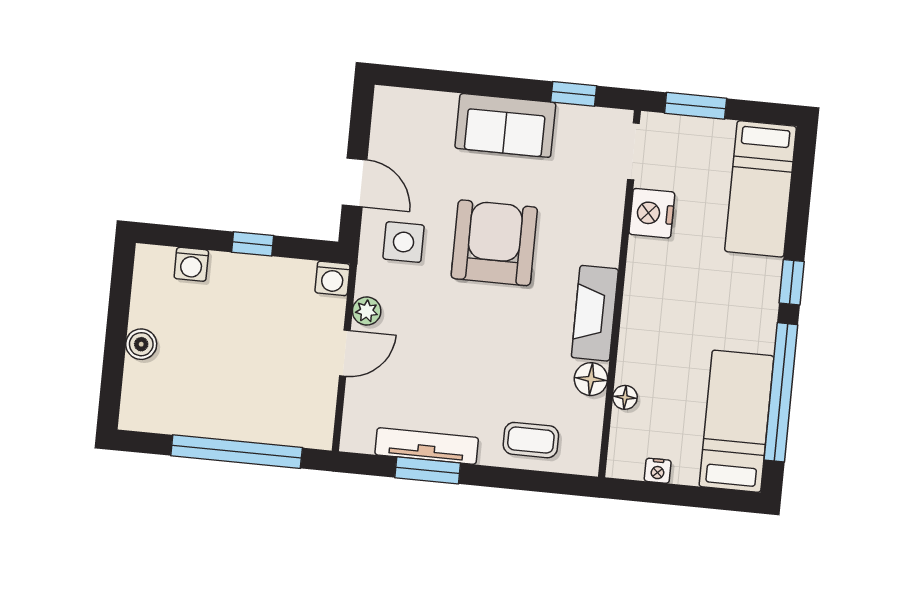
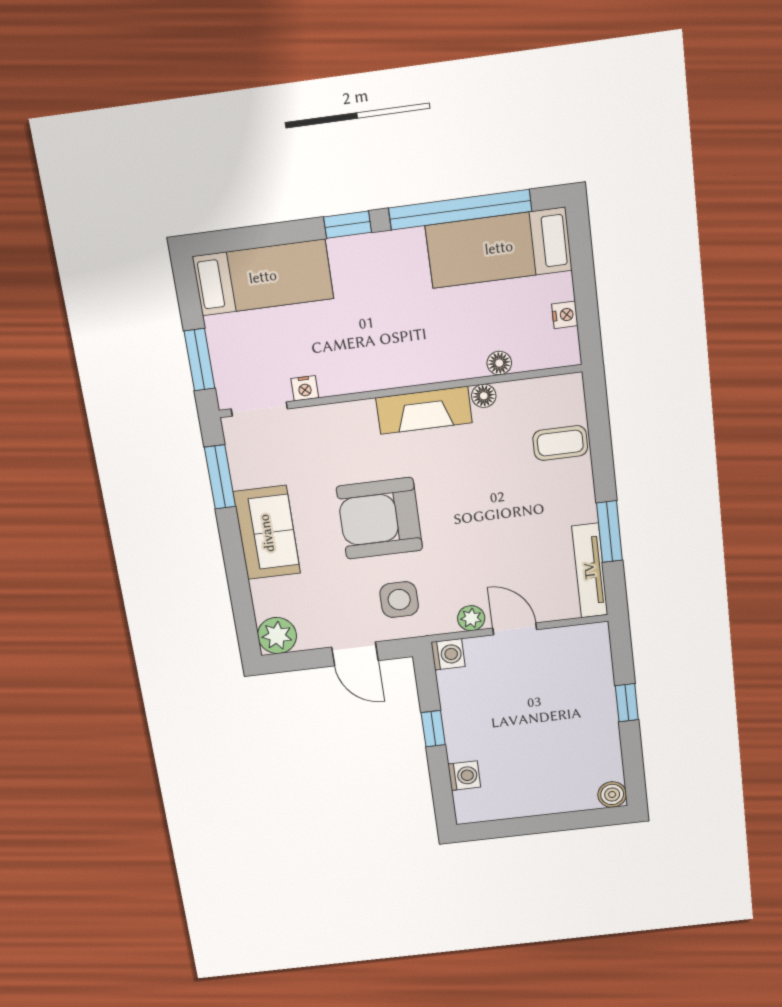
window: (574, 94) -> (220, 477), width x1.50
plant: (393, 107) -> (277, 636), added
door: (355, 182) -> (355, 654), swing flipped
nightstand: (652, 213) -> (305, 388), width x0.53, depth x0.56
boiler: (141, 344) -> (612, 794), moved
floor lamp: (591, 379) -> (484, 396), width x0.73, depth x0.73
coffee table: (531, 440) -> (560, 443), turned 90
tv unit: (427, 446) -> (590, 571), moved
window: (237, 452) -> (627, 703), width x0.32

